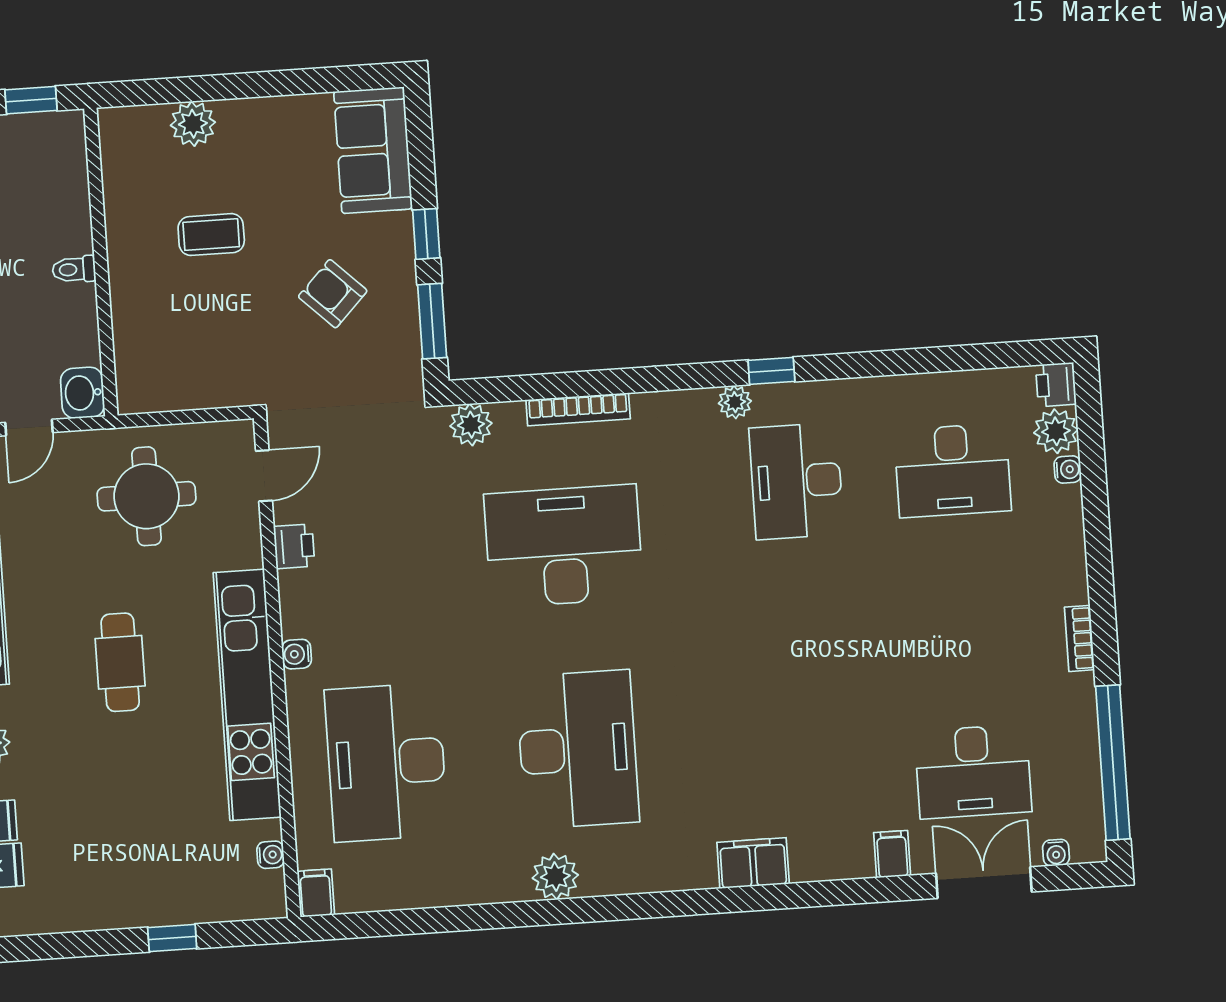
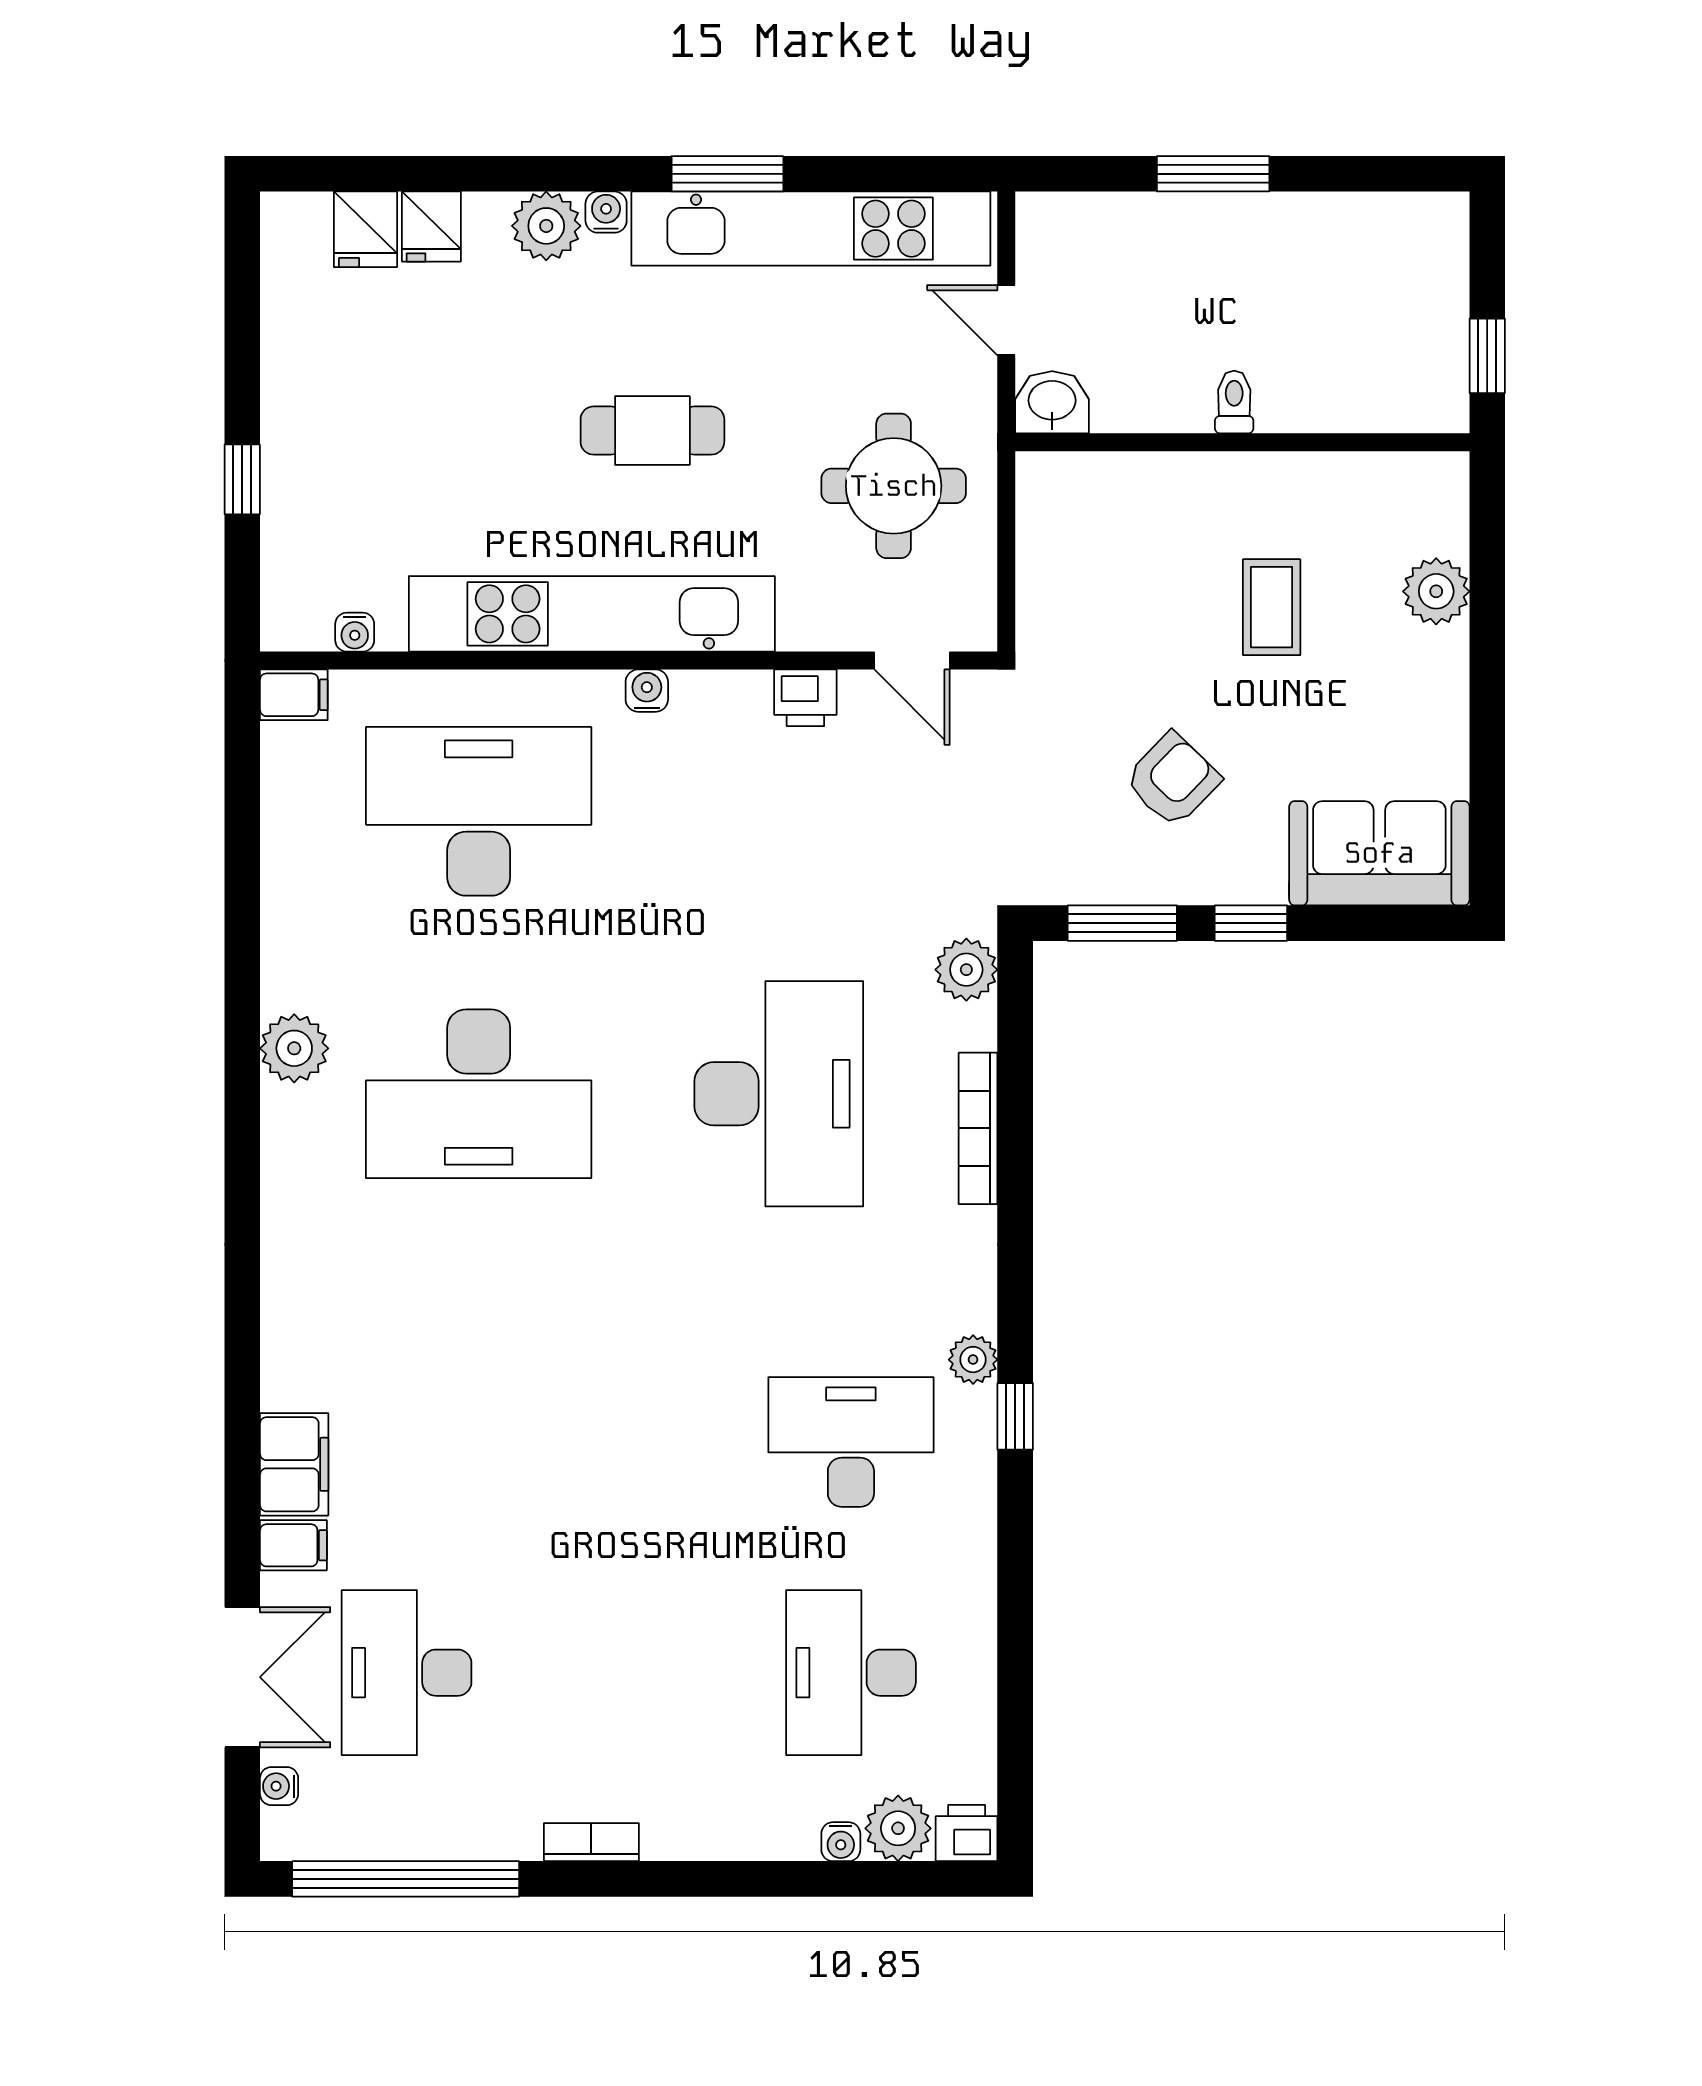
filing cabinet: (753, 863) -> (294, 1464), moved

